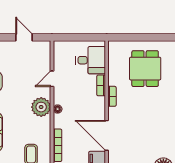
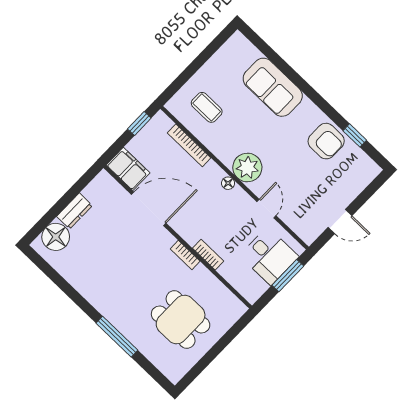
window: (74, 37) -> (288, 276), added
desk: (91, 60) -> (269, 256), moved, turned -90

